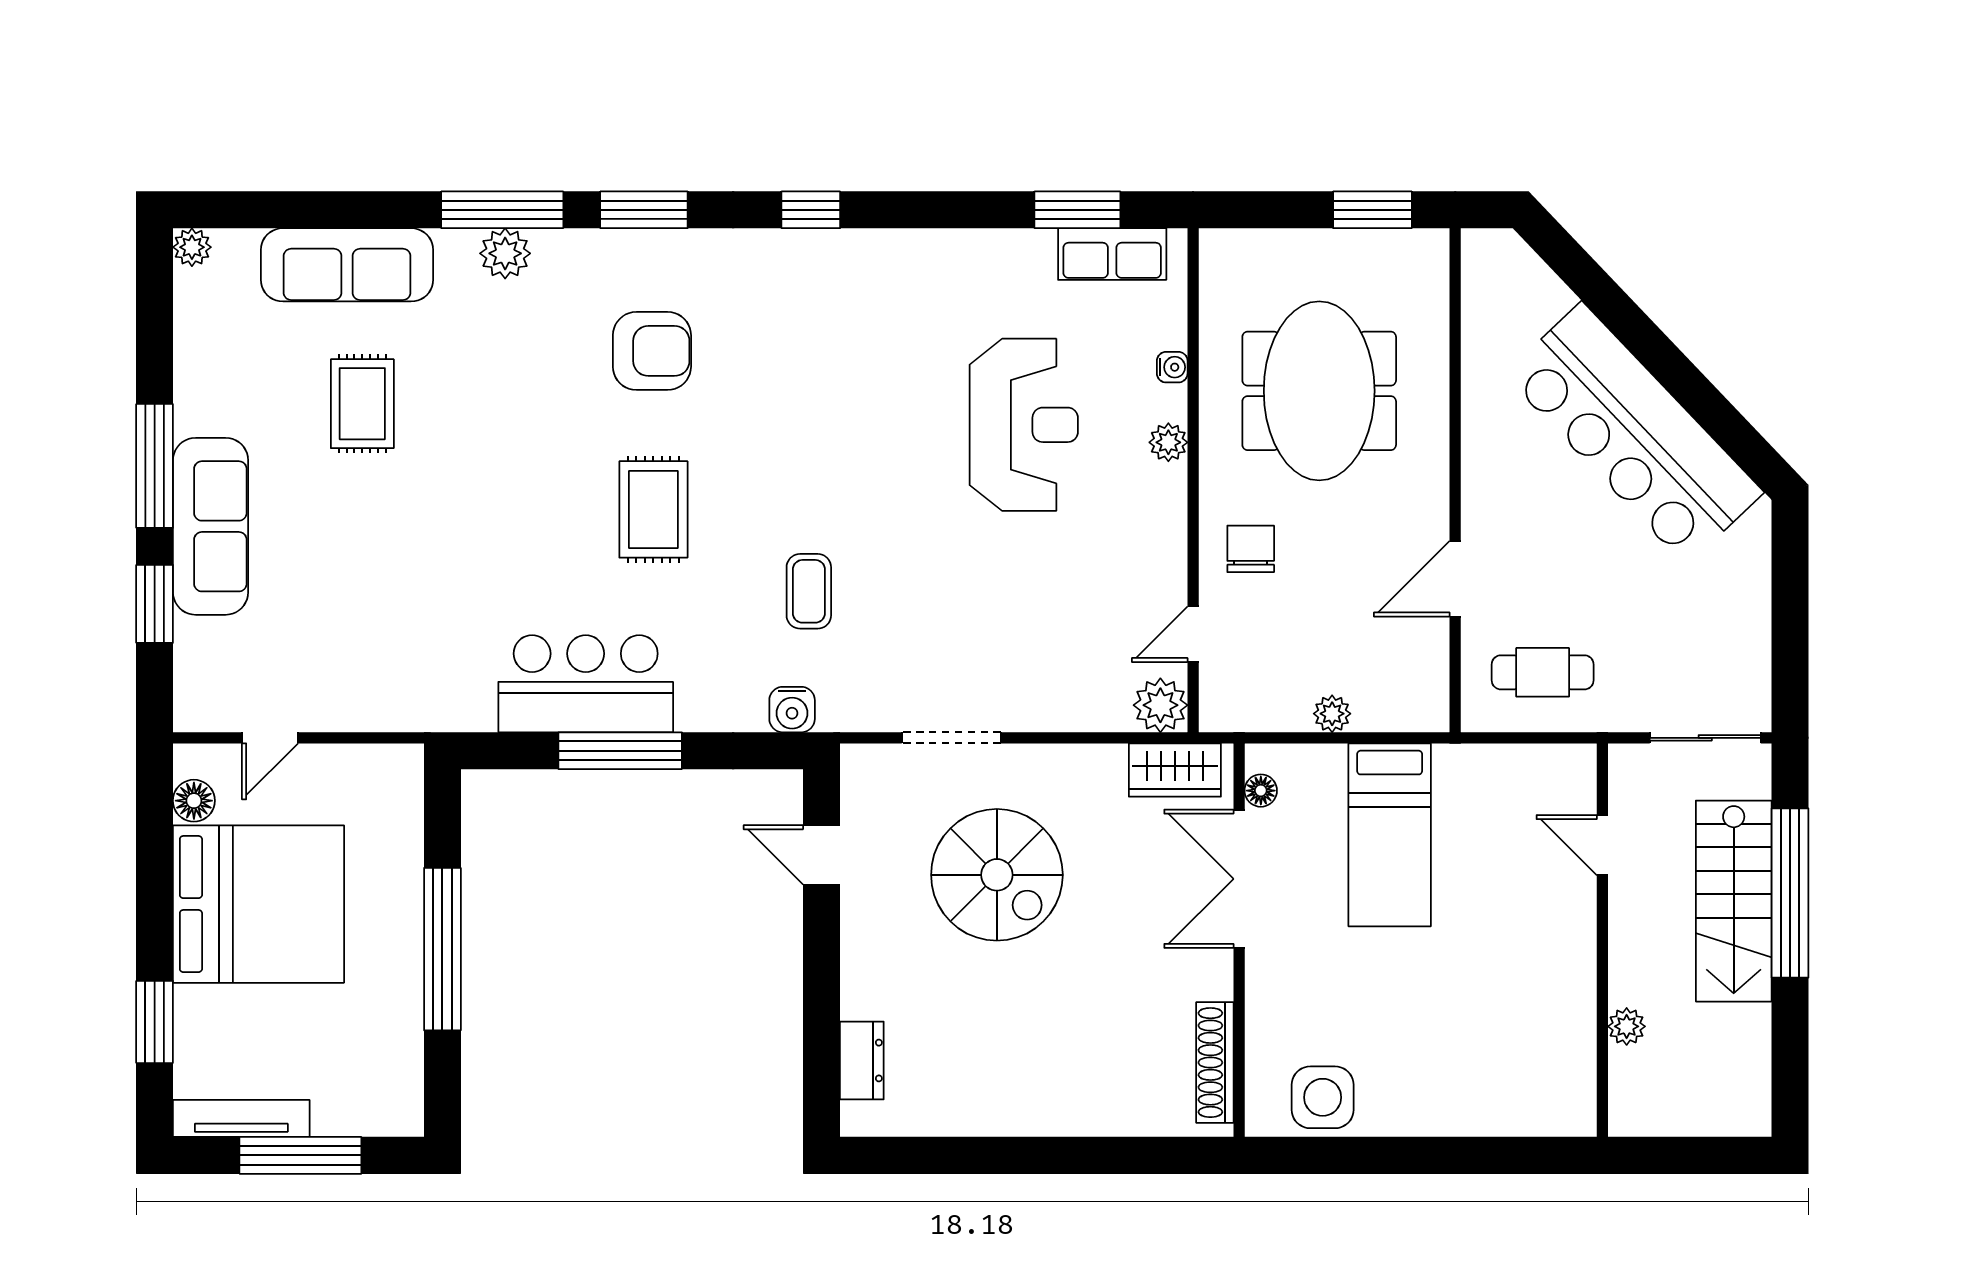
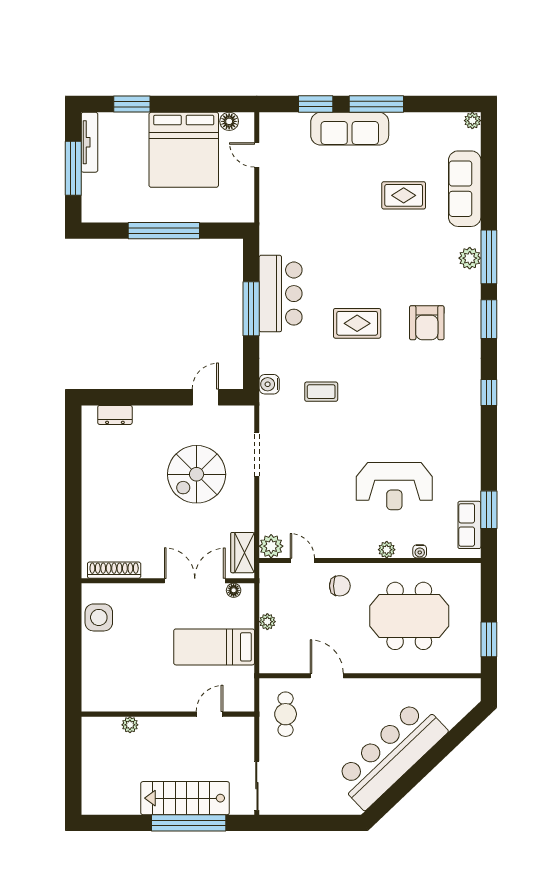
door: (1602, 845) -> (210, 714), moved
wall: (1602, 940) -> (168, 714), moved
plant: (1627, 1026) -> (130, 725), moved

